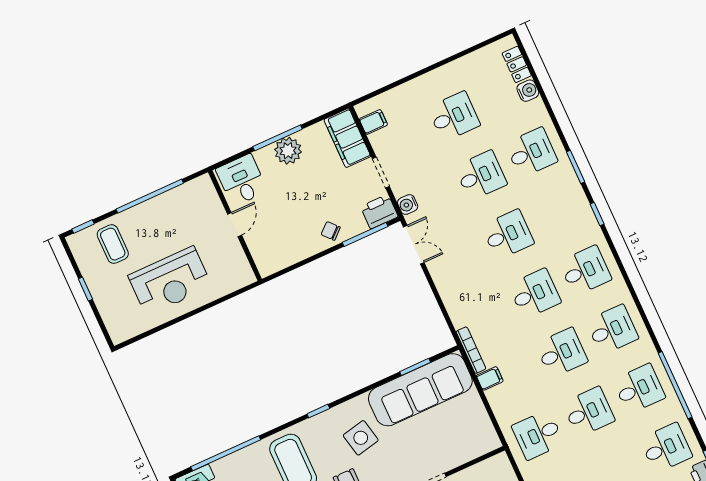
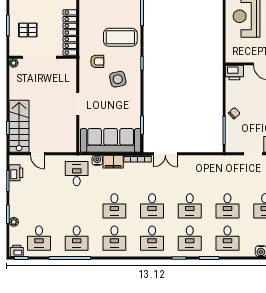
water cooler: (408, 204) -> (97, 160), moved
printer: (379, 212) -> (234, 73), moved, turned 90
double door: (414, 245) -> (165, 154), moved
filing cabinet: (490, 378) -> (113, 162), width x2.00
sofa: (420, 390) -> (111, 140), moved, turned 90
desk: (589, 412) -> (190, 238), moved

